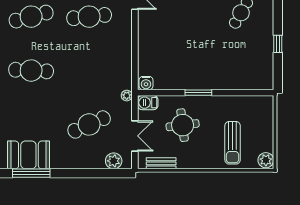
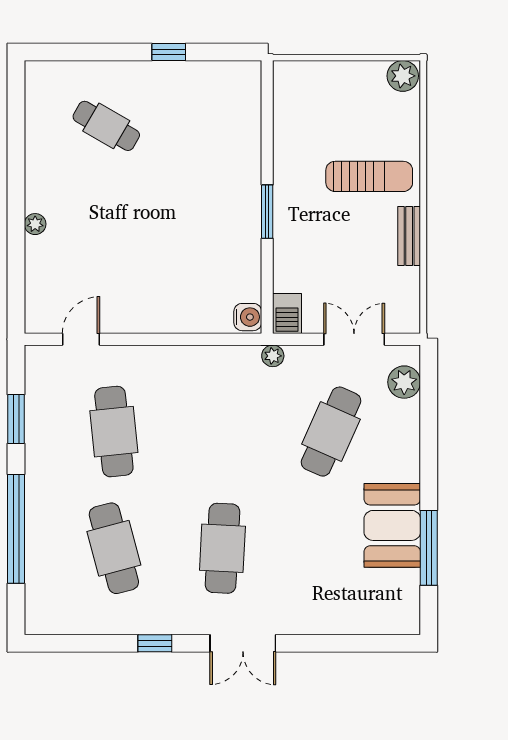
cafe table: (89, 124) -> (331, 432), turned 48
round table: (183, 125) -> (332, 243), removed
sun lounger: (233, 143) -> (369, 176), moved
booth: (28, 155) -> (392, 525), moved
bench: (161, 163) -> (409, 236), moved

